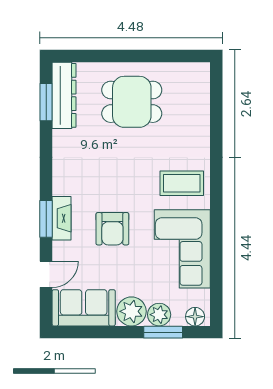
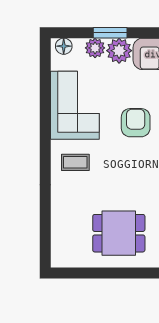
coffee table: (182, 183) -> (75, 162), width x0.73, depth x0.77
window: (163, 332) -> (110, 33), moved

